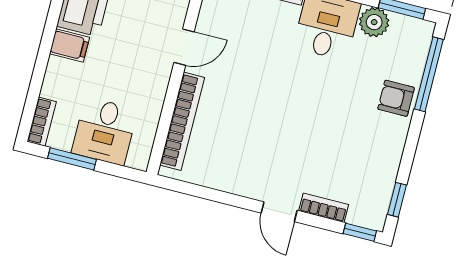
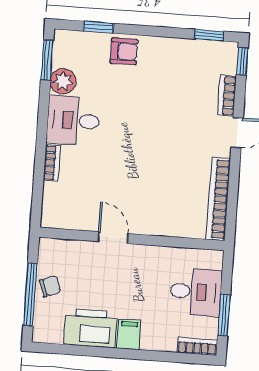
window: (429, 74) -> (99, 27), width x0.46
armchair: (396, 98) -> (124, 51), turned -90
bookcase: (182, 121) -> (218, 199), moved, turned -90

